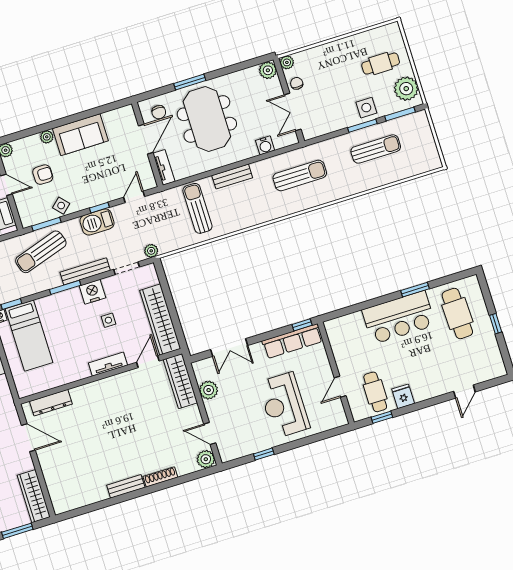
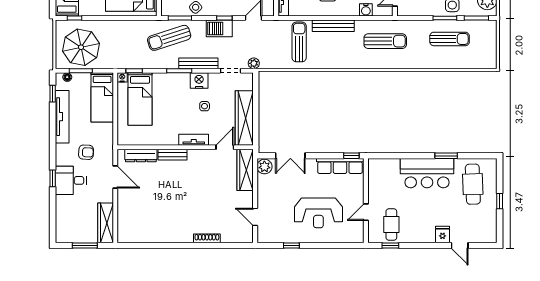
bench: (232, 177) -> (333, 26), width x1.36
plant: (209, 390) -> (264, 167), moved
door: (464, 392) -> (460, 245), hinge flipped
fridge: (403, 396) -> (443, 235), moved
reception desk: (284, 405) -> (318, 213), turned -90
plant: (206, 459) -> (246, 236), removed
bench: (126, 486) -> (172, 155), moved

